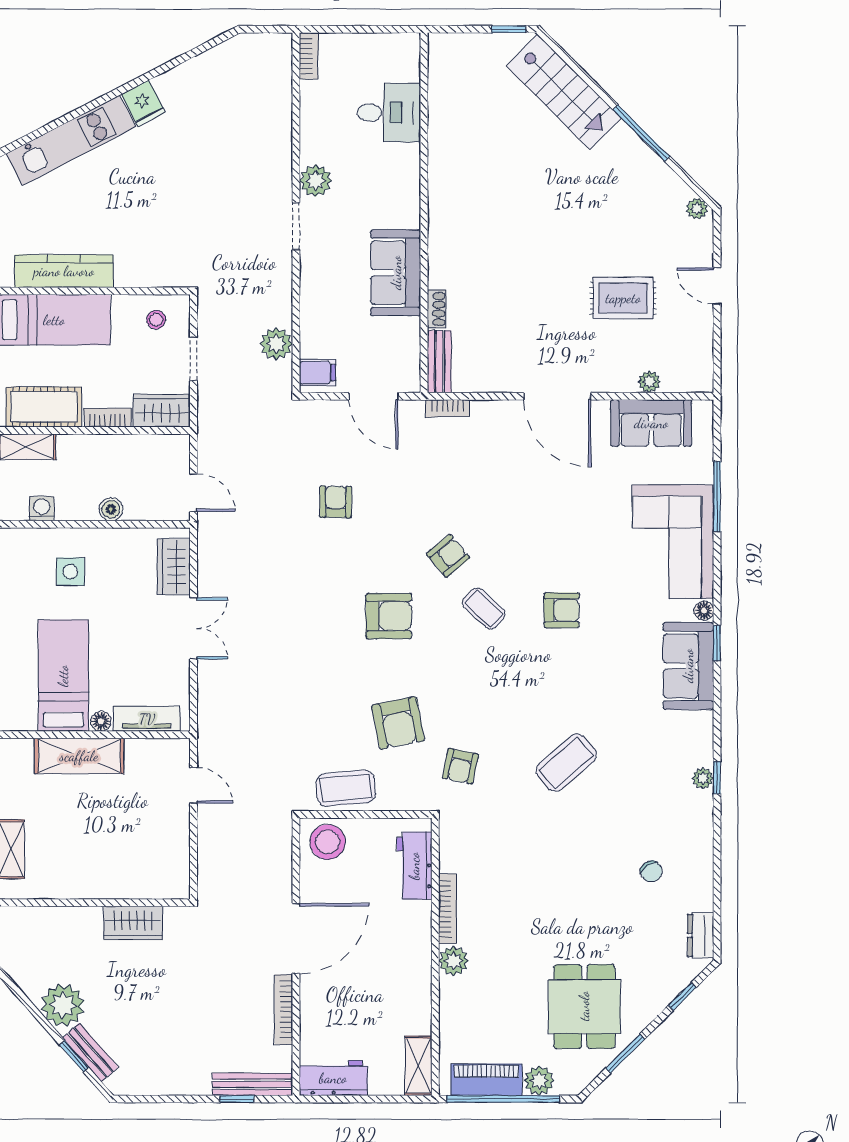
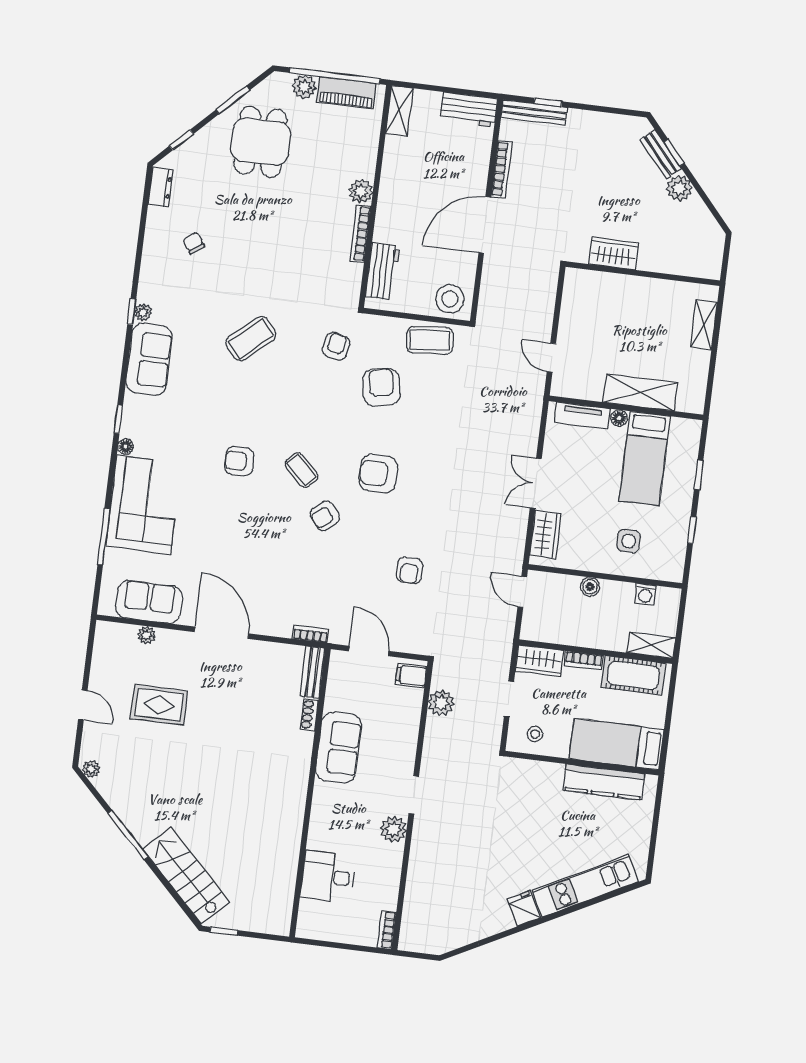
sofa: (688, 666) -> (149, 359), moved
plant: (63, 1005) -> (679, 188), width x0.73, depth x0.73

